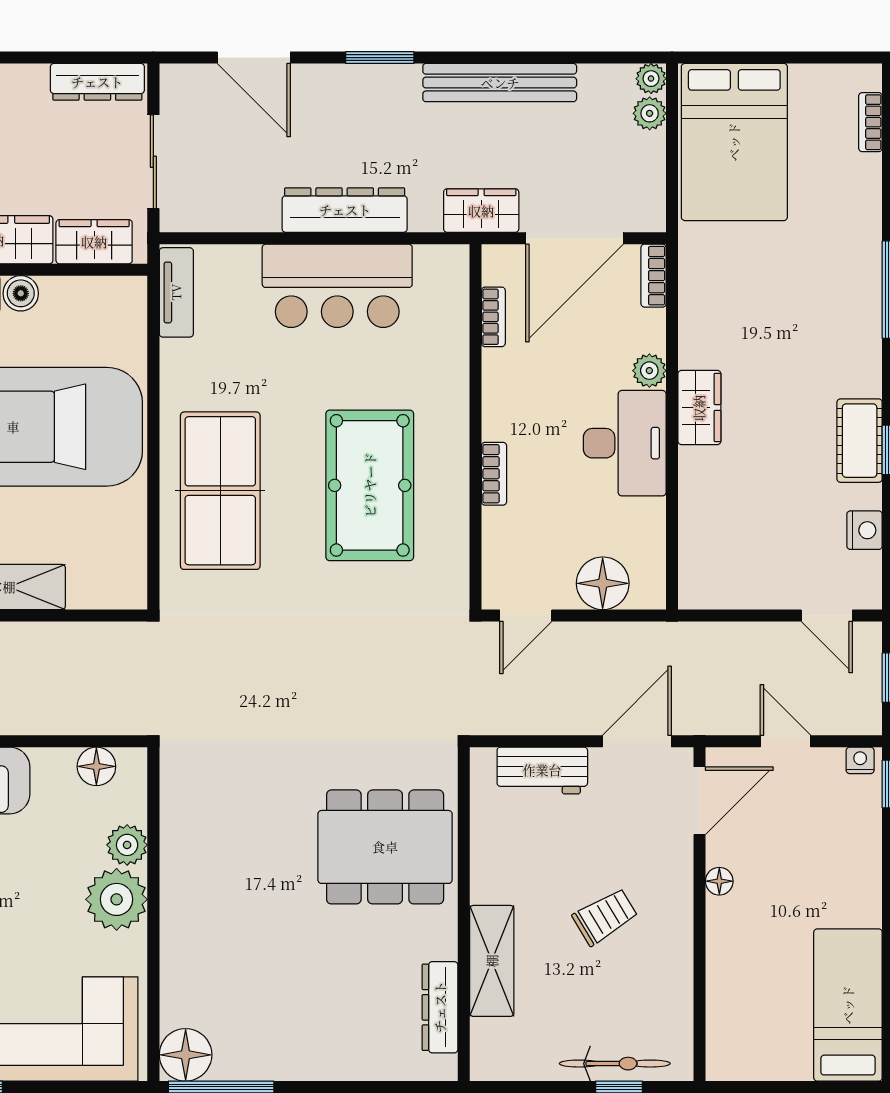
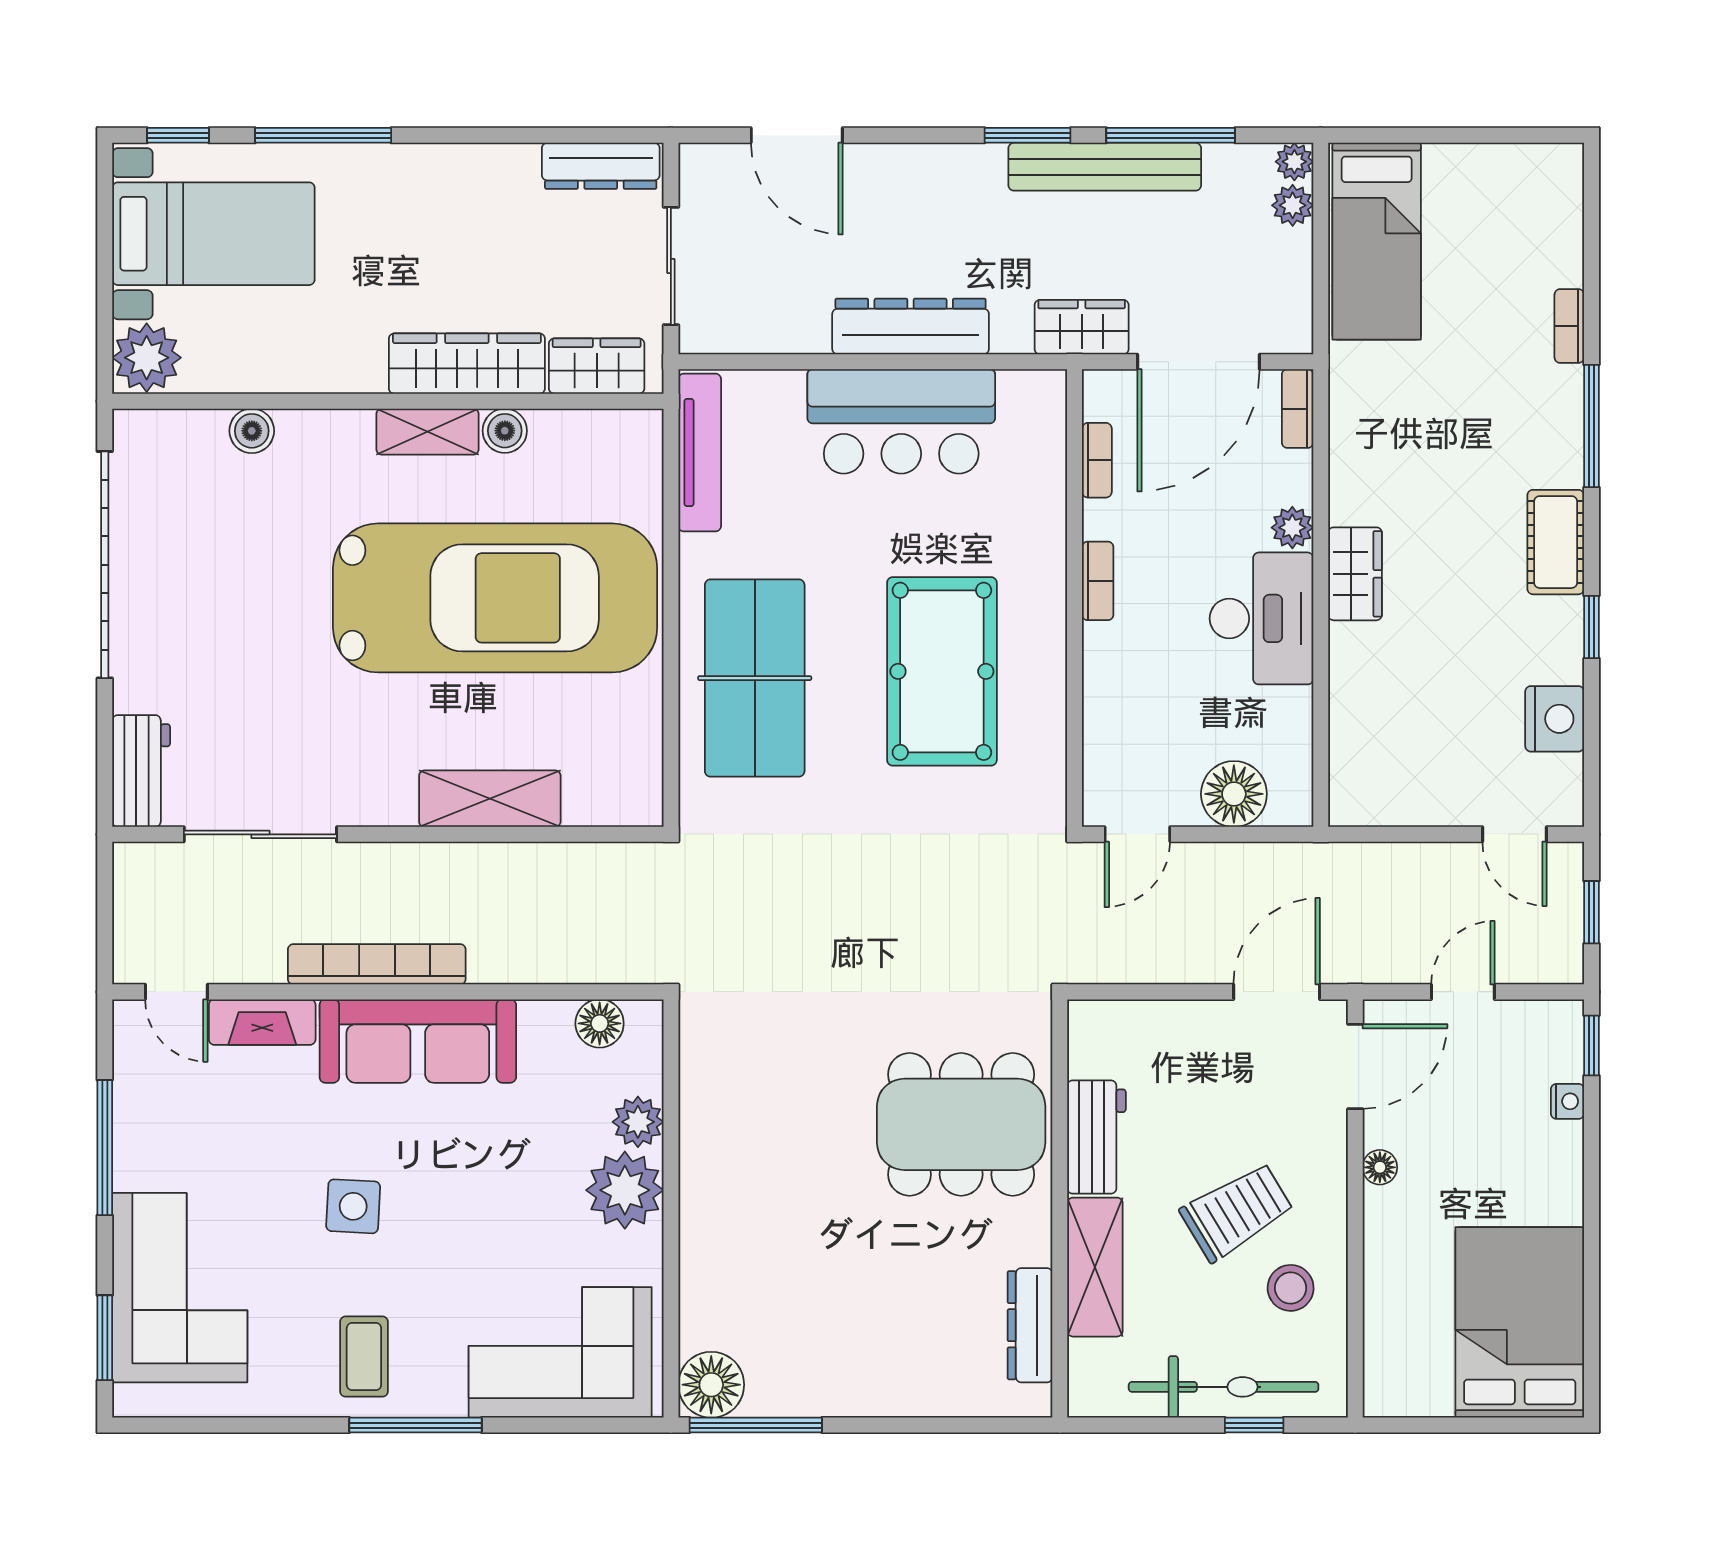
window: (380, 58) -> (1027, 135), moved
window: (552, 58) -> (1171, 135), added
bookcase: (870, 122) -> (1569, 326), moved
bed: (734, 142) -> (1377, 241), width x0.67
tv unit: (176, 292) -> (700, 453), width x1.41
cot: (860, 441) -> (1556, 542), moved
bookcase: (494, 474) -> (1098, 581), moved
nightstand: (865, 530) -> (1555, 719), width x1.36, depth x1.33
door: (786, 741) -> (1463, 992), hinge flipped
nightstand: (860, 760) -> (1567, 1101), moved, turned 90
workbench: (542, 770) -> (1096, 1137), moved, turned -90
trolley: (605, 917) -> (1237, 1212), width x1.36, depth x1.39
stool: (648, 978) -> (1291, 1288), added
bed: (848, 1005) -> (1520, 1322), width x1.50
bicycle: (615, 1064) -> (1224, 1387), width x1.37, depth x1.40

